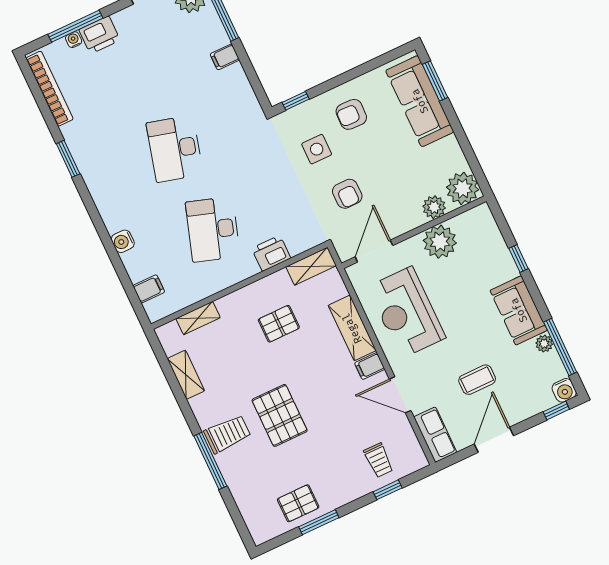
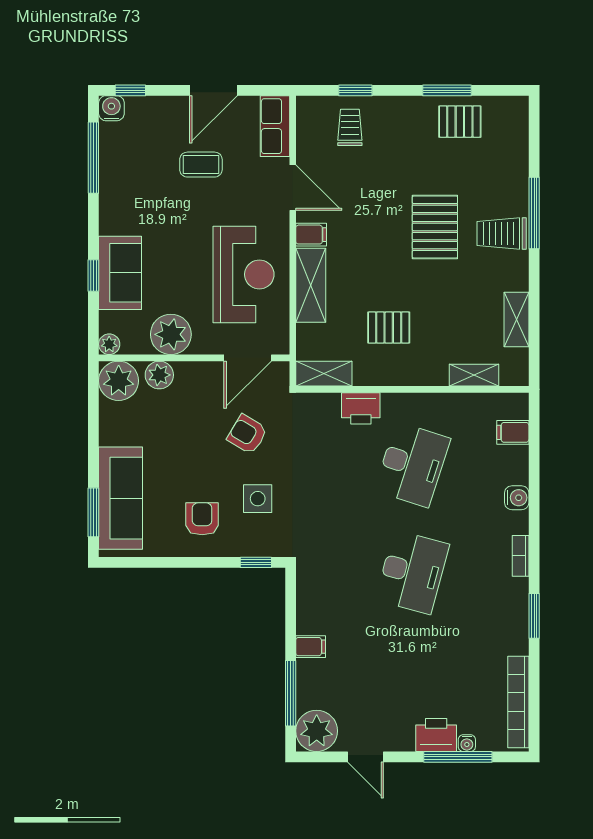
armchair: (351, 114) -> (202, 519), turned -92
armchair: (347, 194) -> (247, 434), turned -59
bookcase: (99, 199) -> (521, 556), added
sofa: (519, 310) -> (120, 273), moved
plant: (544, 344) -> (109, 344), moved

